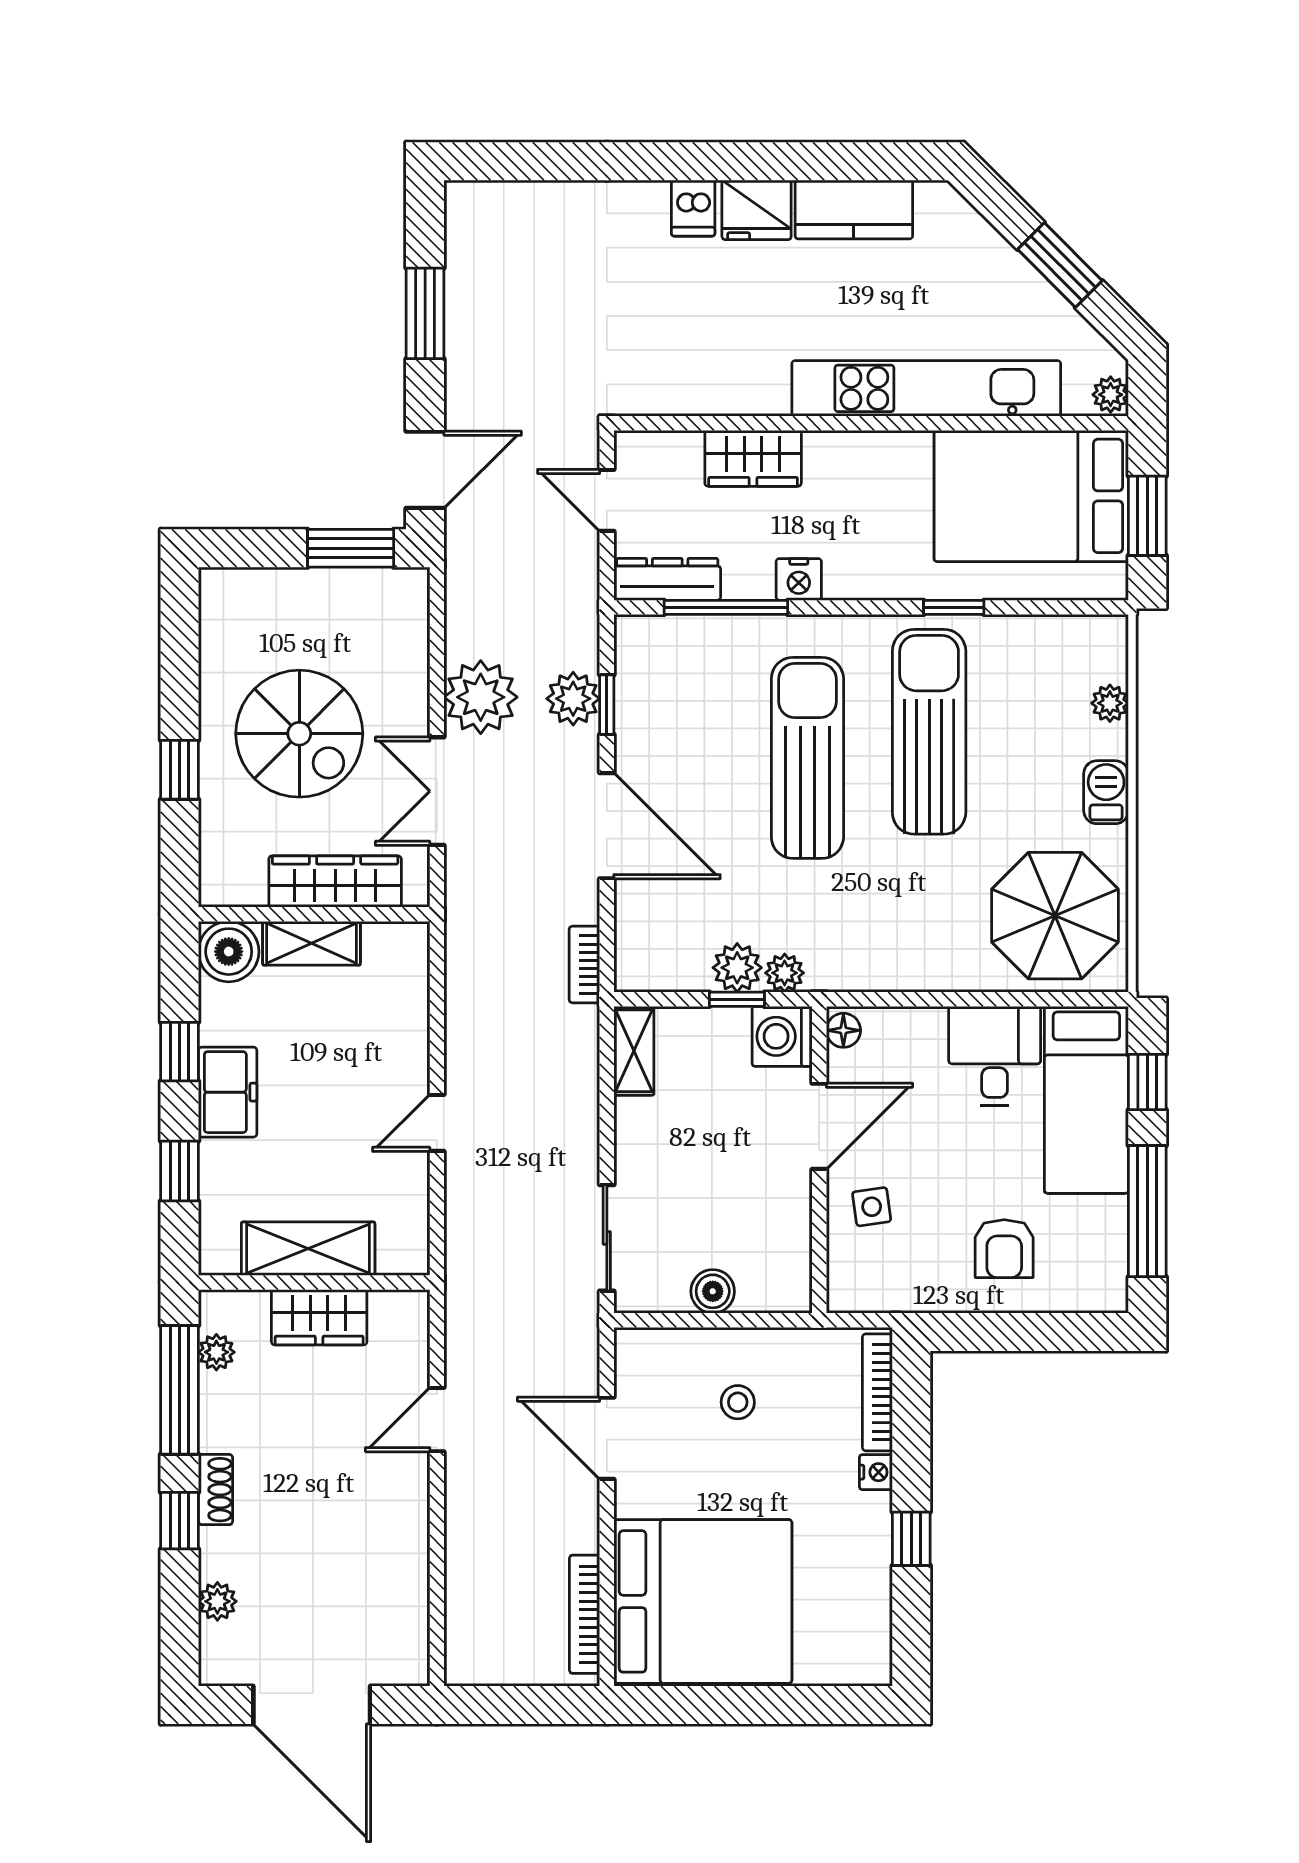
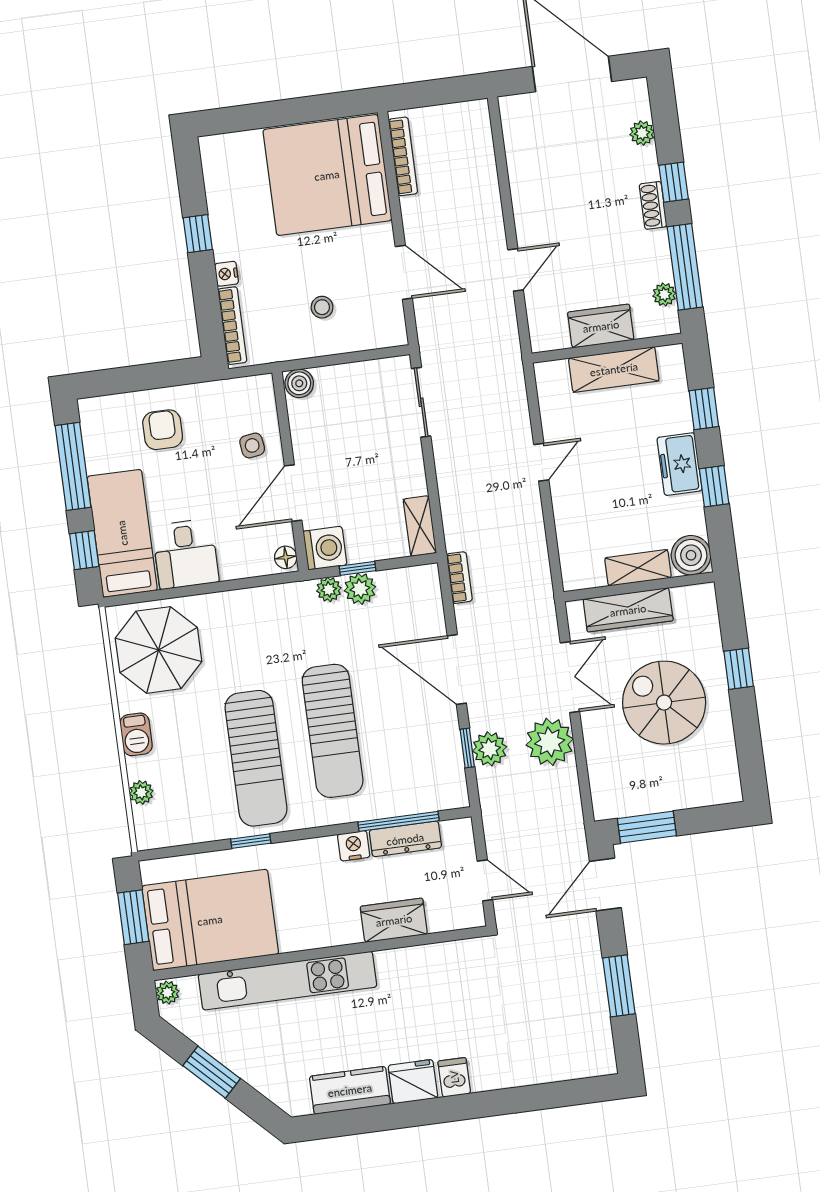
dresser: (667, 579) -> (405, 839), moved
boiler: (713, 1291) -> (299, 383), moved

